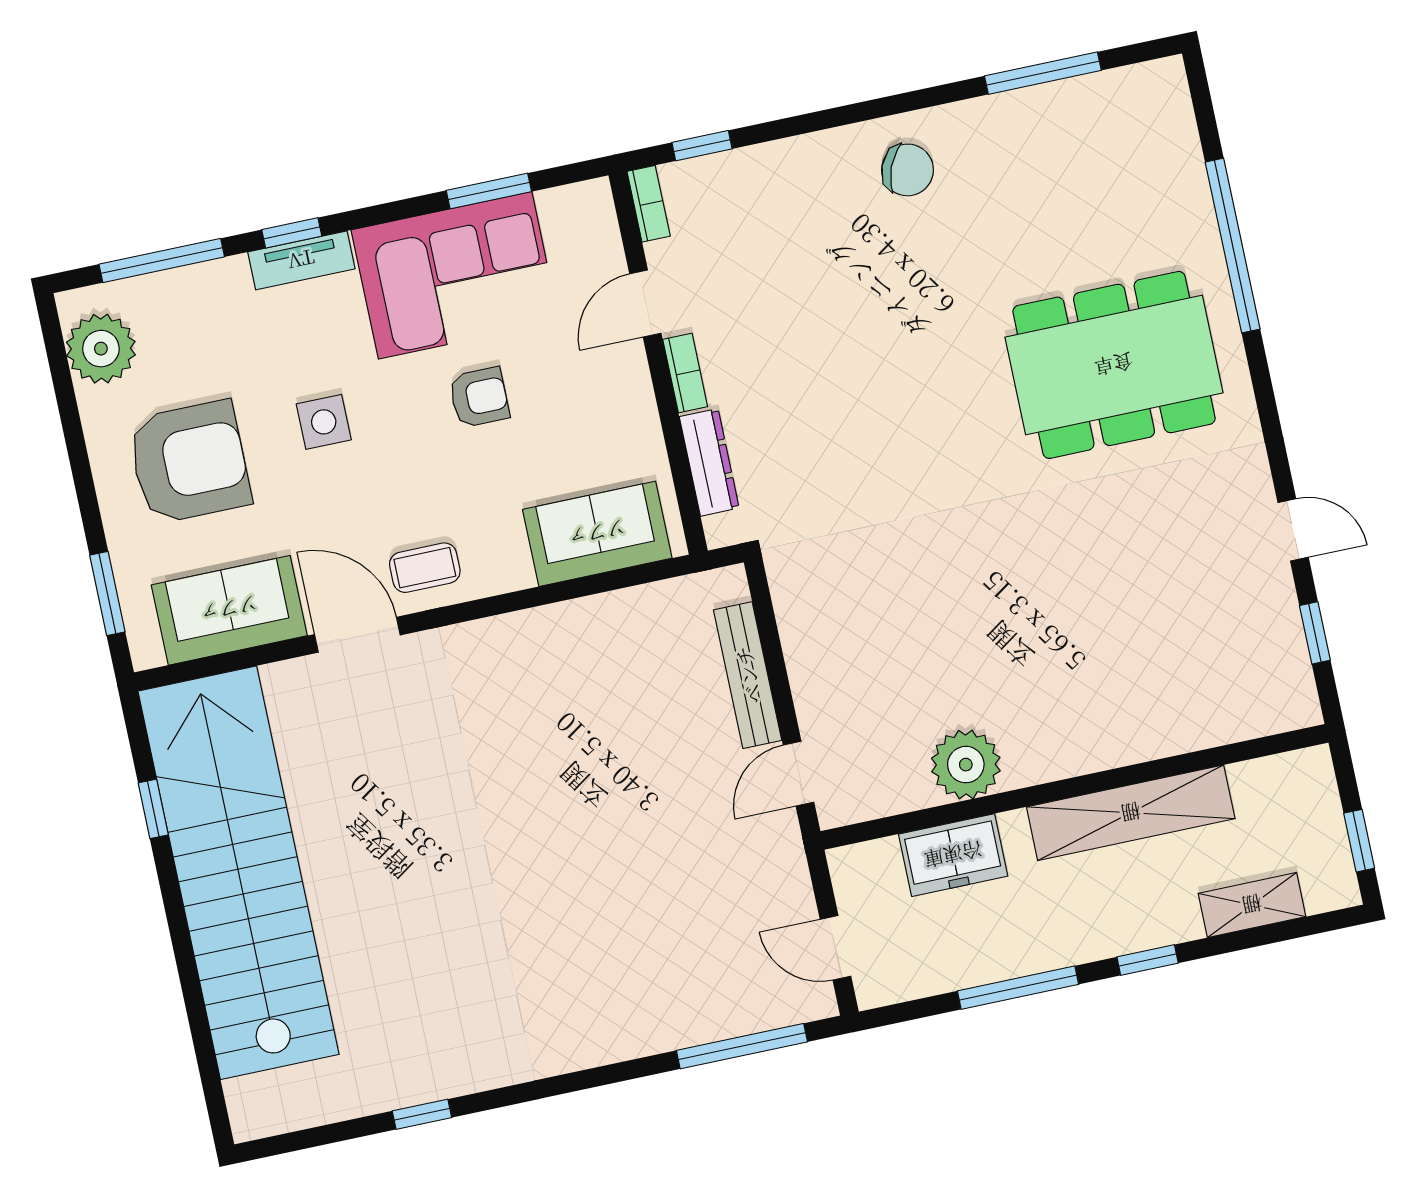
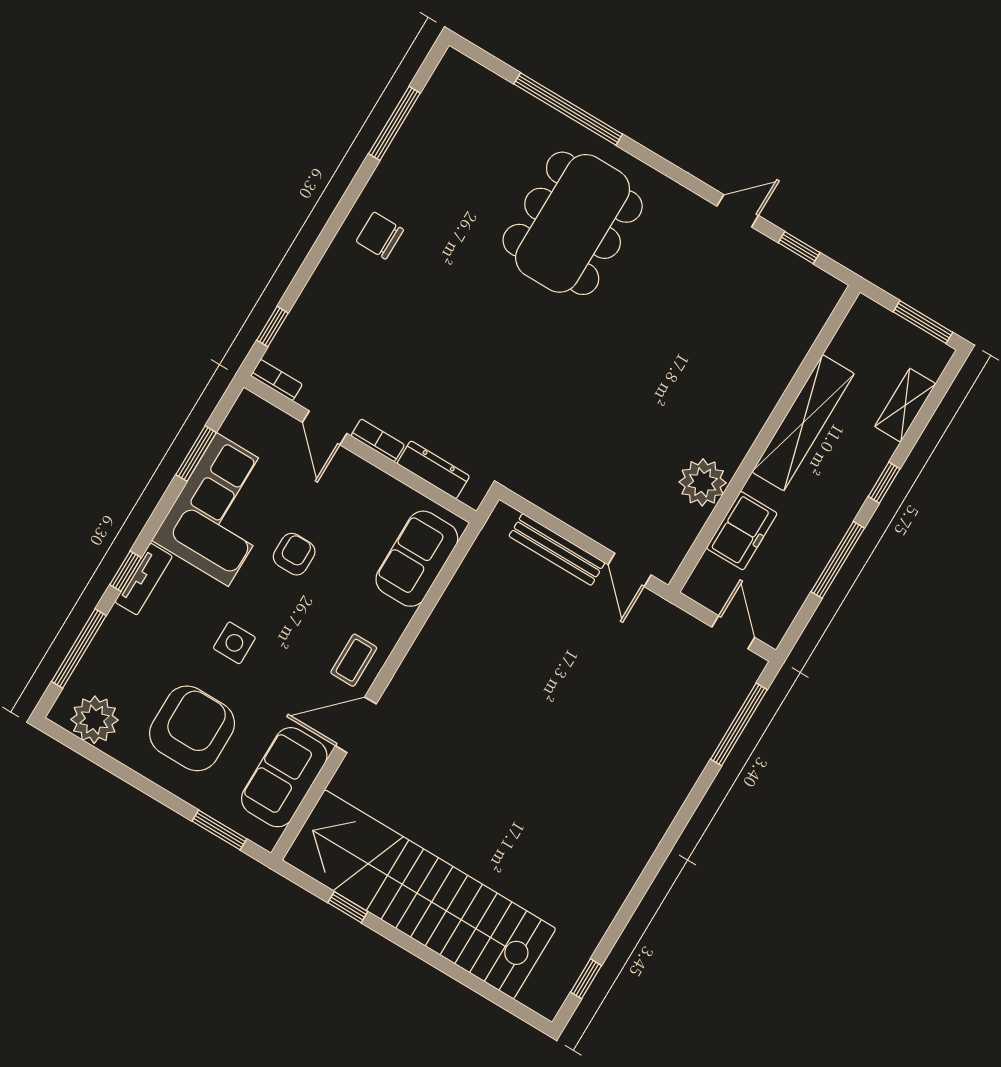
chair: (908, 170) -> (380, 236), turned -112
window: (1359, 841) -> (923, 322), width x1.50
door: (835, 948) -> (733, 632), swing flipped
window: (422, 1114) -> (586, 979), moved

